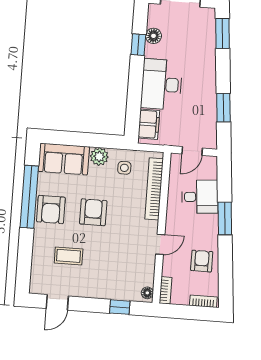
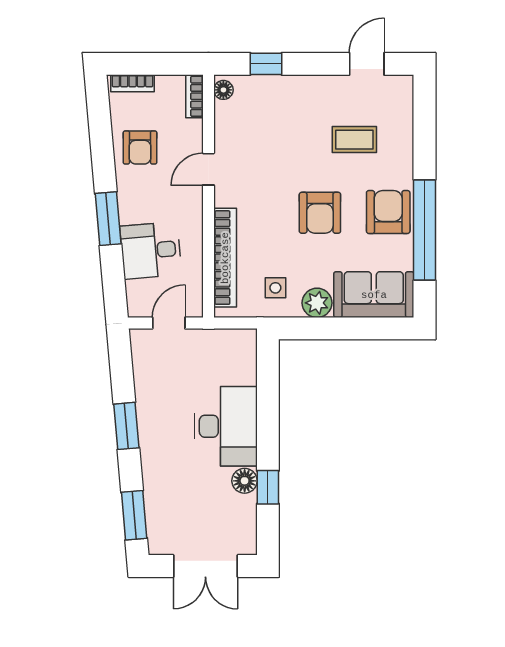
floor lamp: (153, 36) -> (245, 481), moved
window: (223, 108) -> (126, 426), moved
filing cabinet: (149, 124) -> (241, 361), removed

